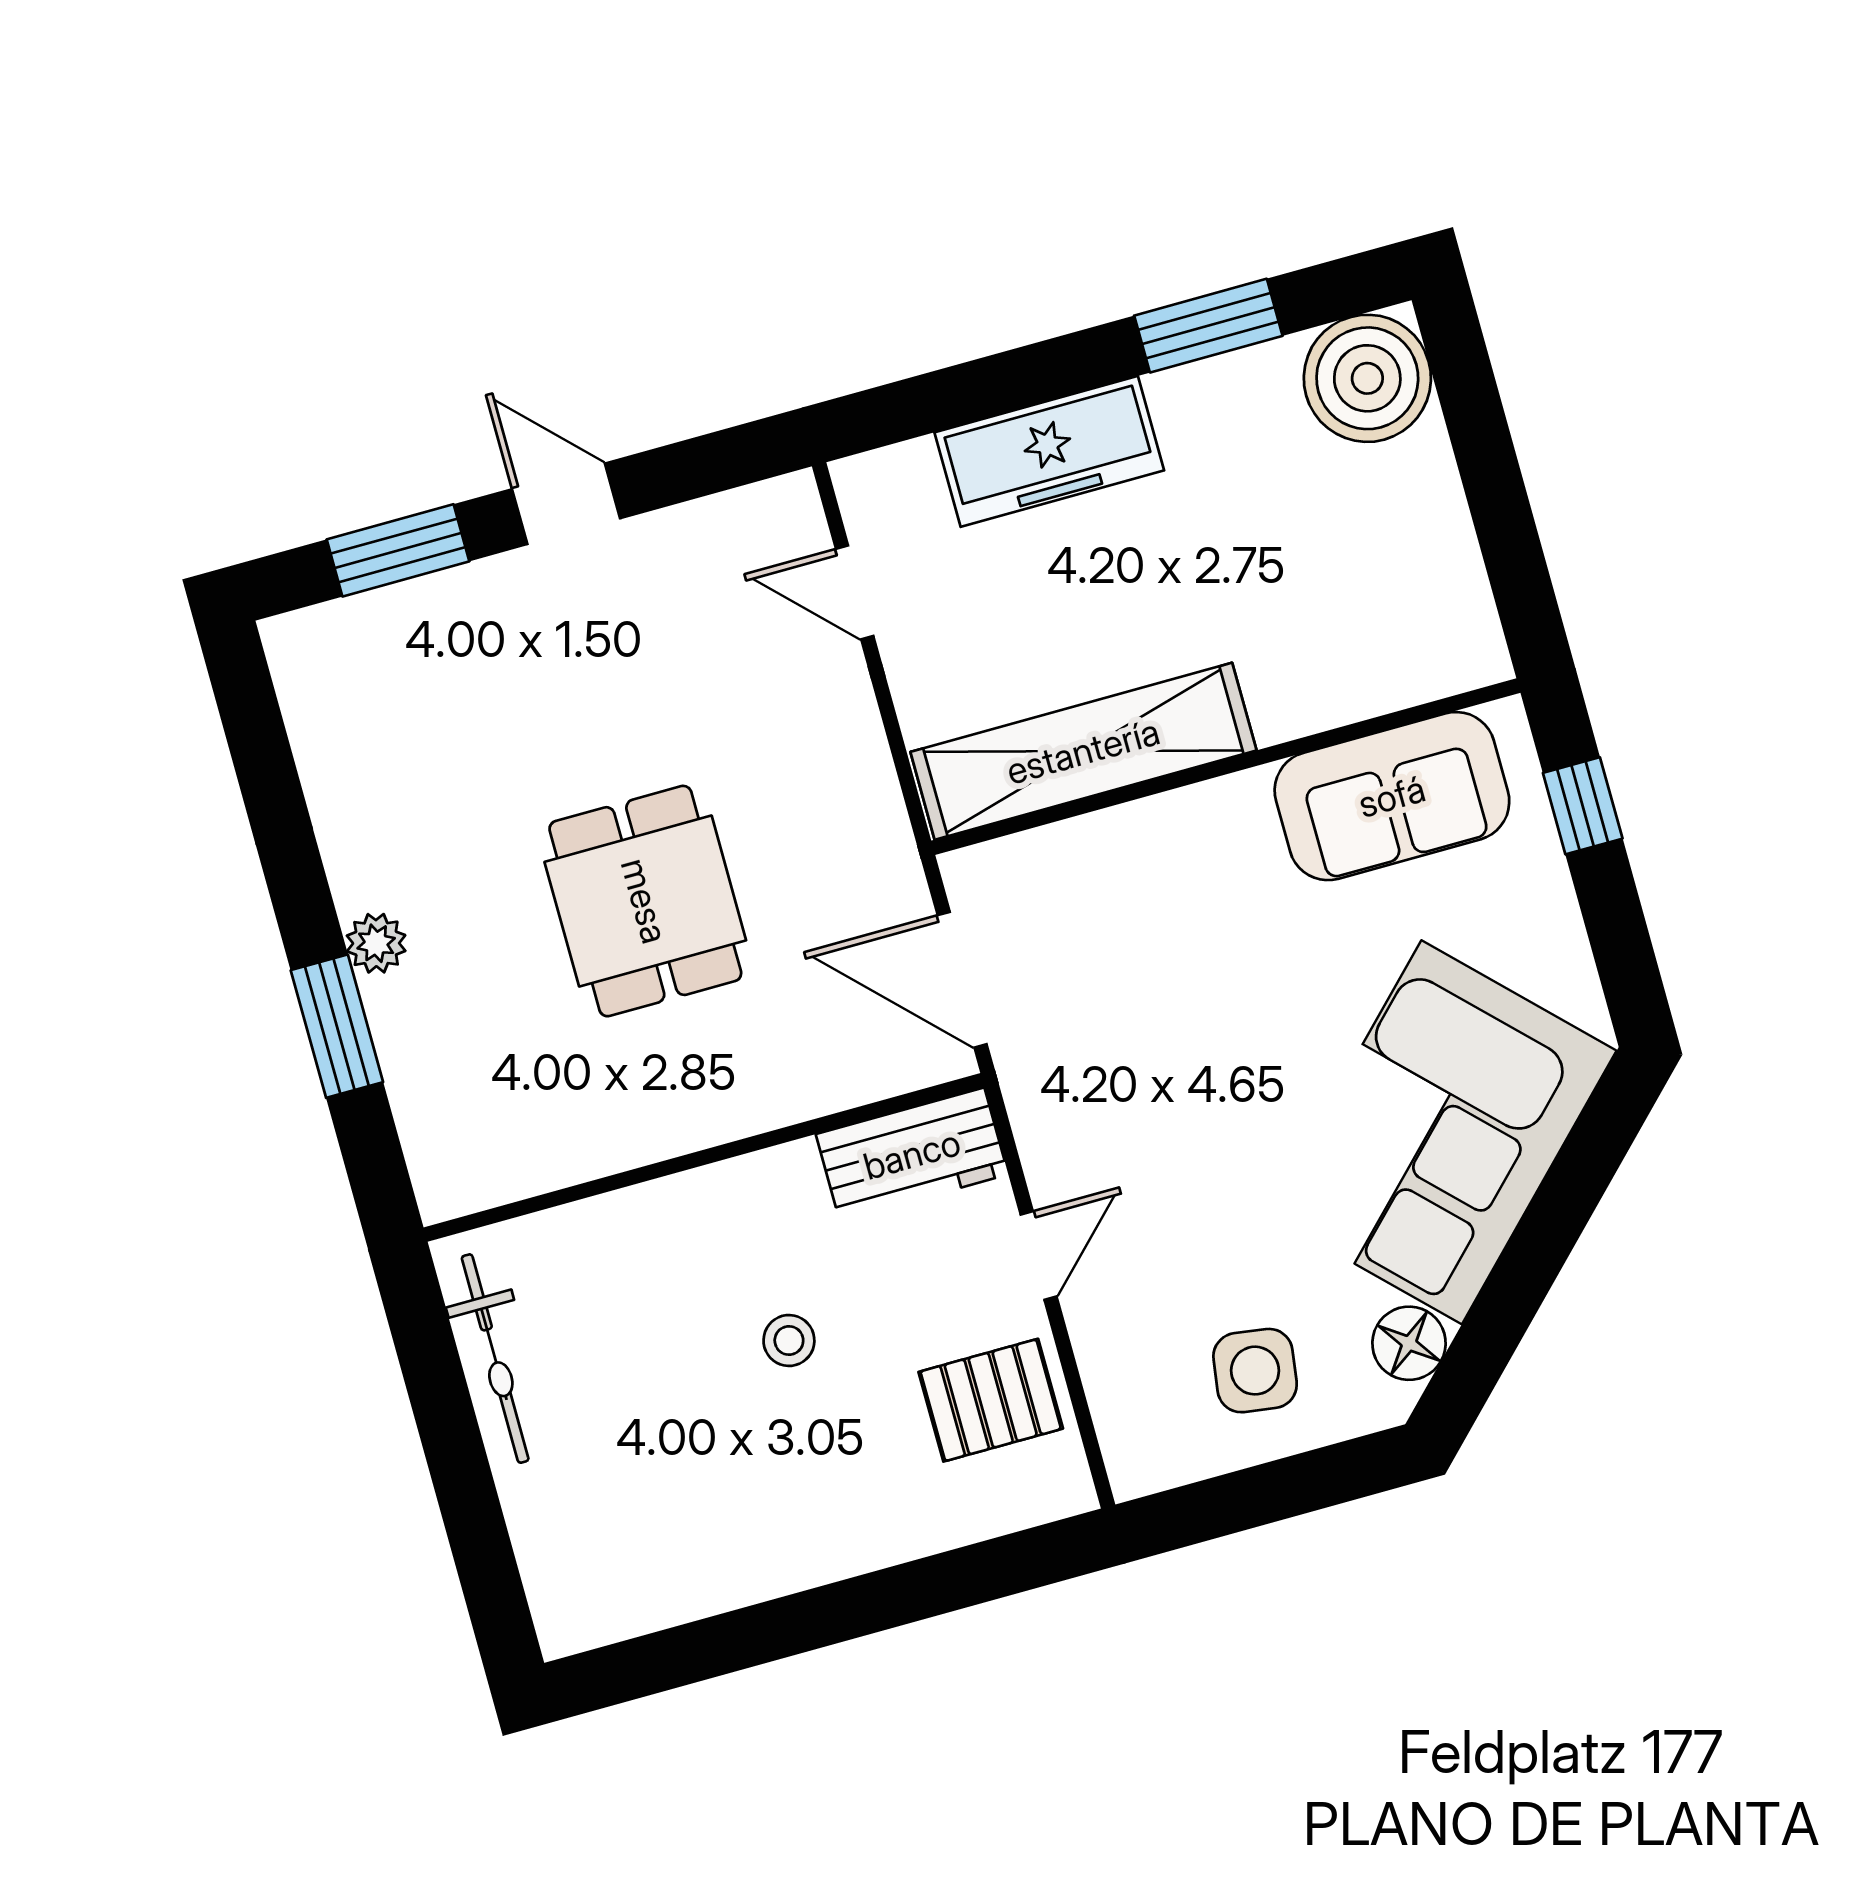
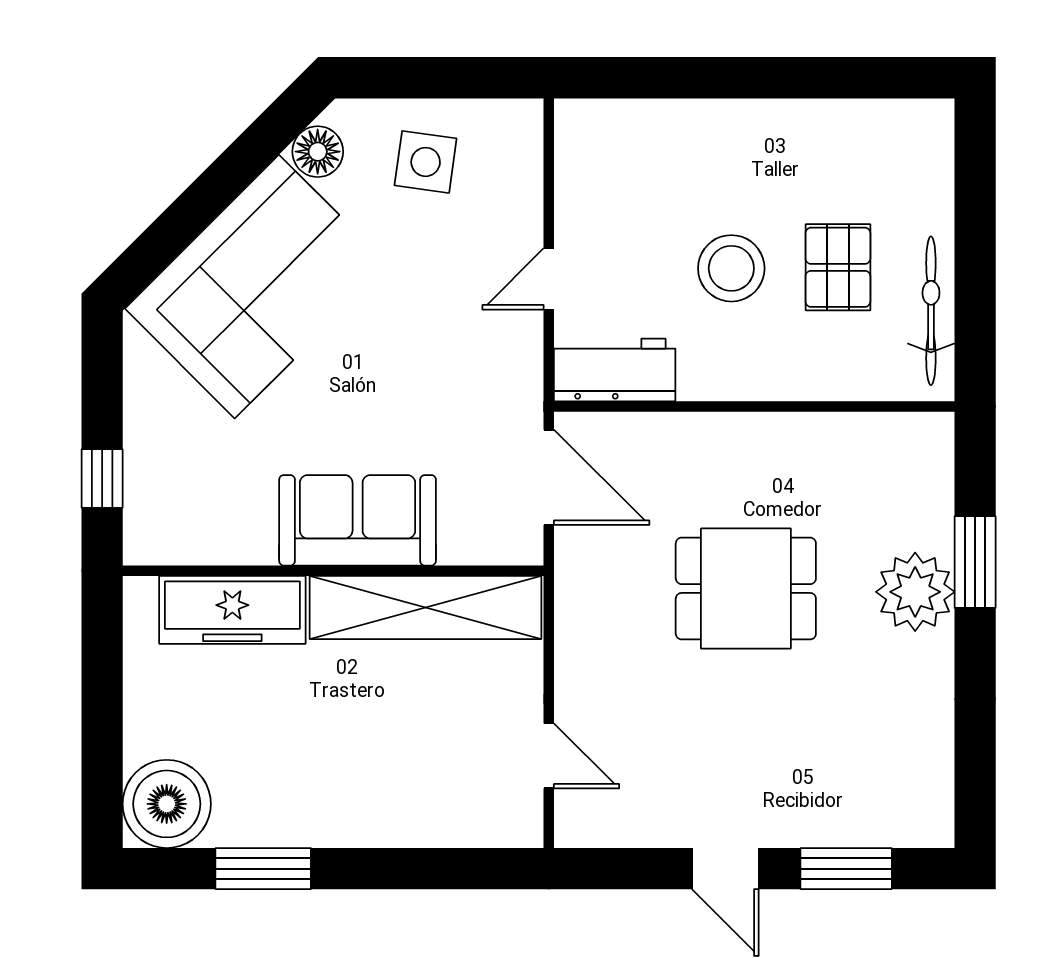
freezer: (1049, 451) -> (232, 610), moved, turned 180
sofa: (1392, 796) -> (358, 520), moved
dining table: (645, 901) -> (746, 589), turned 90
plant: (376, 943) -> (915, 592), width x1.87, depth x1.87
stool: (789, 1340) -> (731, 268), width x1.89, depth x1.89
pallet: (991, 1400) -> (838, 267), moved, turned 90

